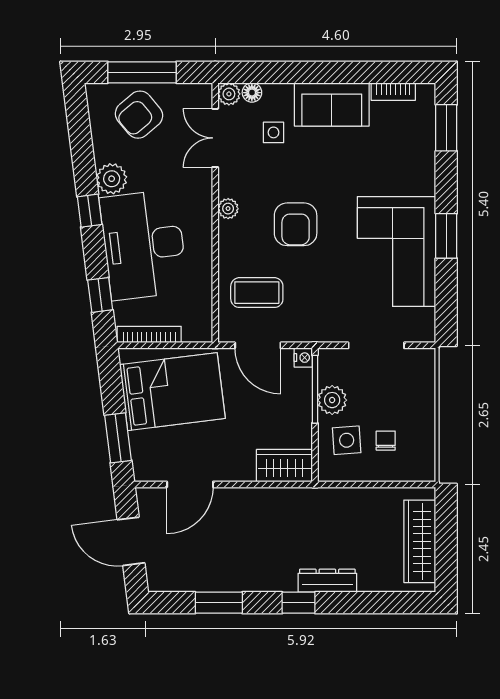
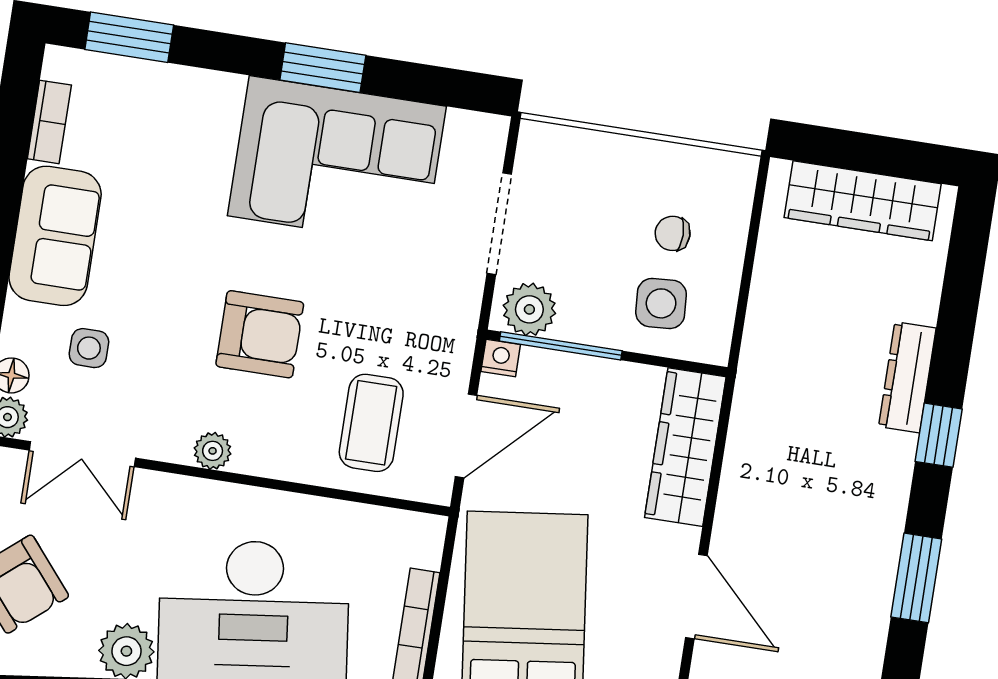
plant: (332, 400) -> (529, 309), moved
wardrobe: (284, 466) -> (685, 447), width x1.50

